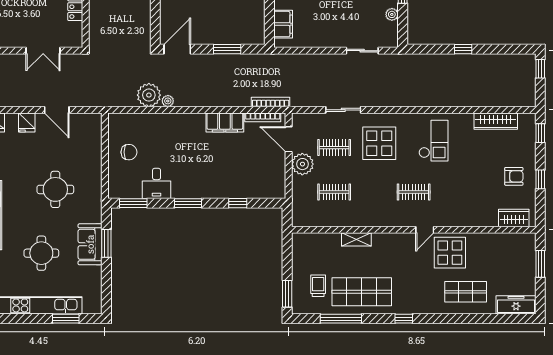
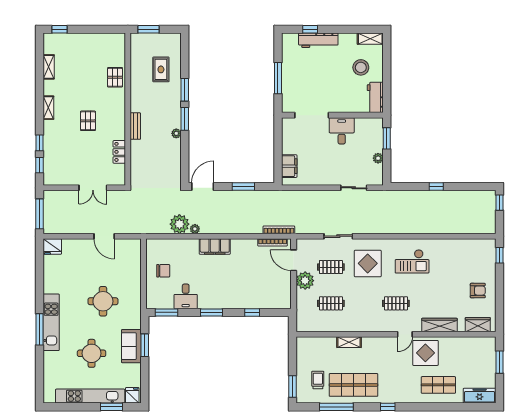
wardrobe: (496, 121) -> (439, 325), moved, turned 180
fridge: (27, 122) -> (132, 395), moved, turned 180
filing cabinet: (225, 123) -> (215, 247), moved
checkout: (433, 141) -> (412, 261), turned 90
window: (540, 179) -> (499, 293), removed

